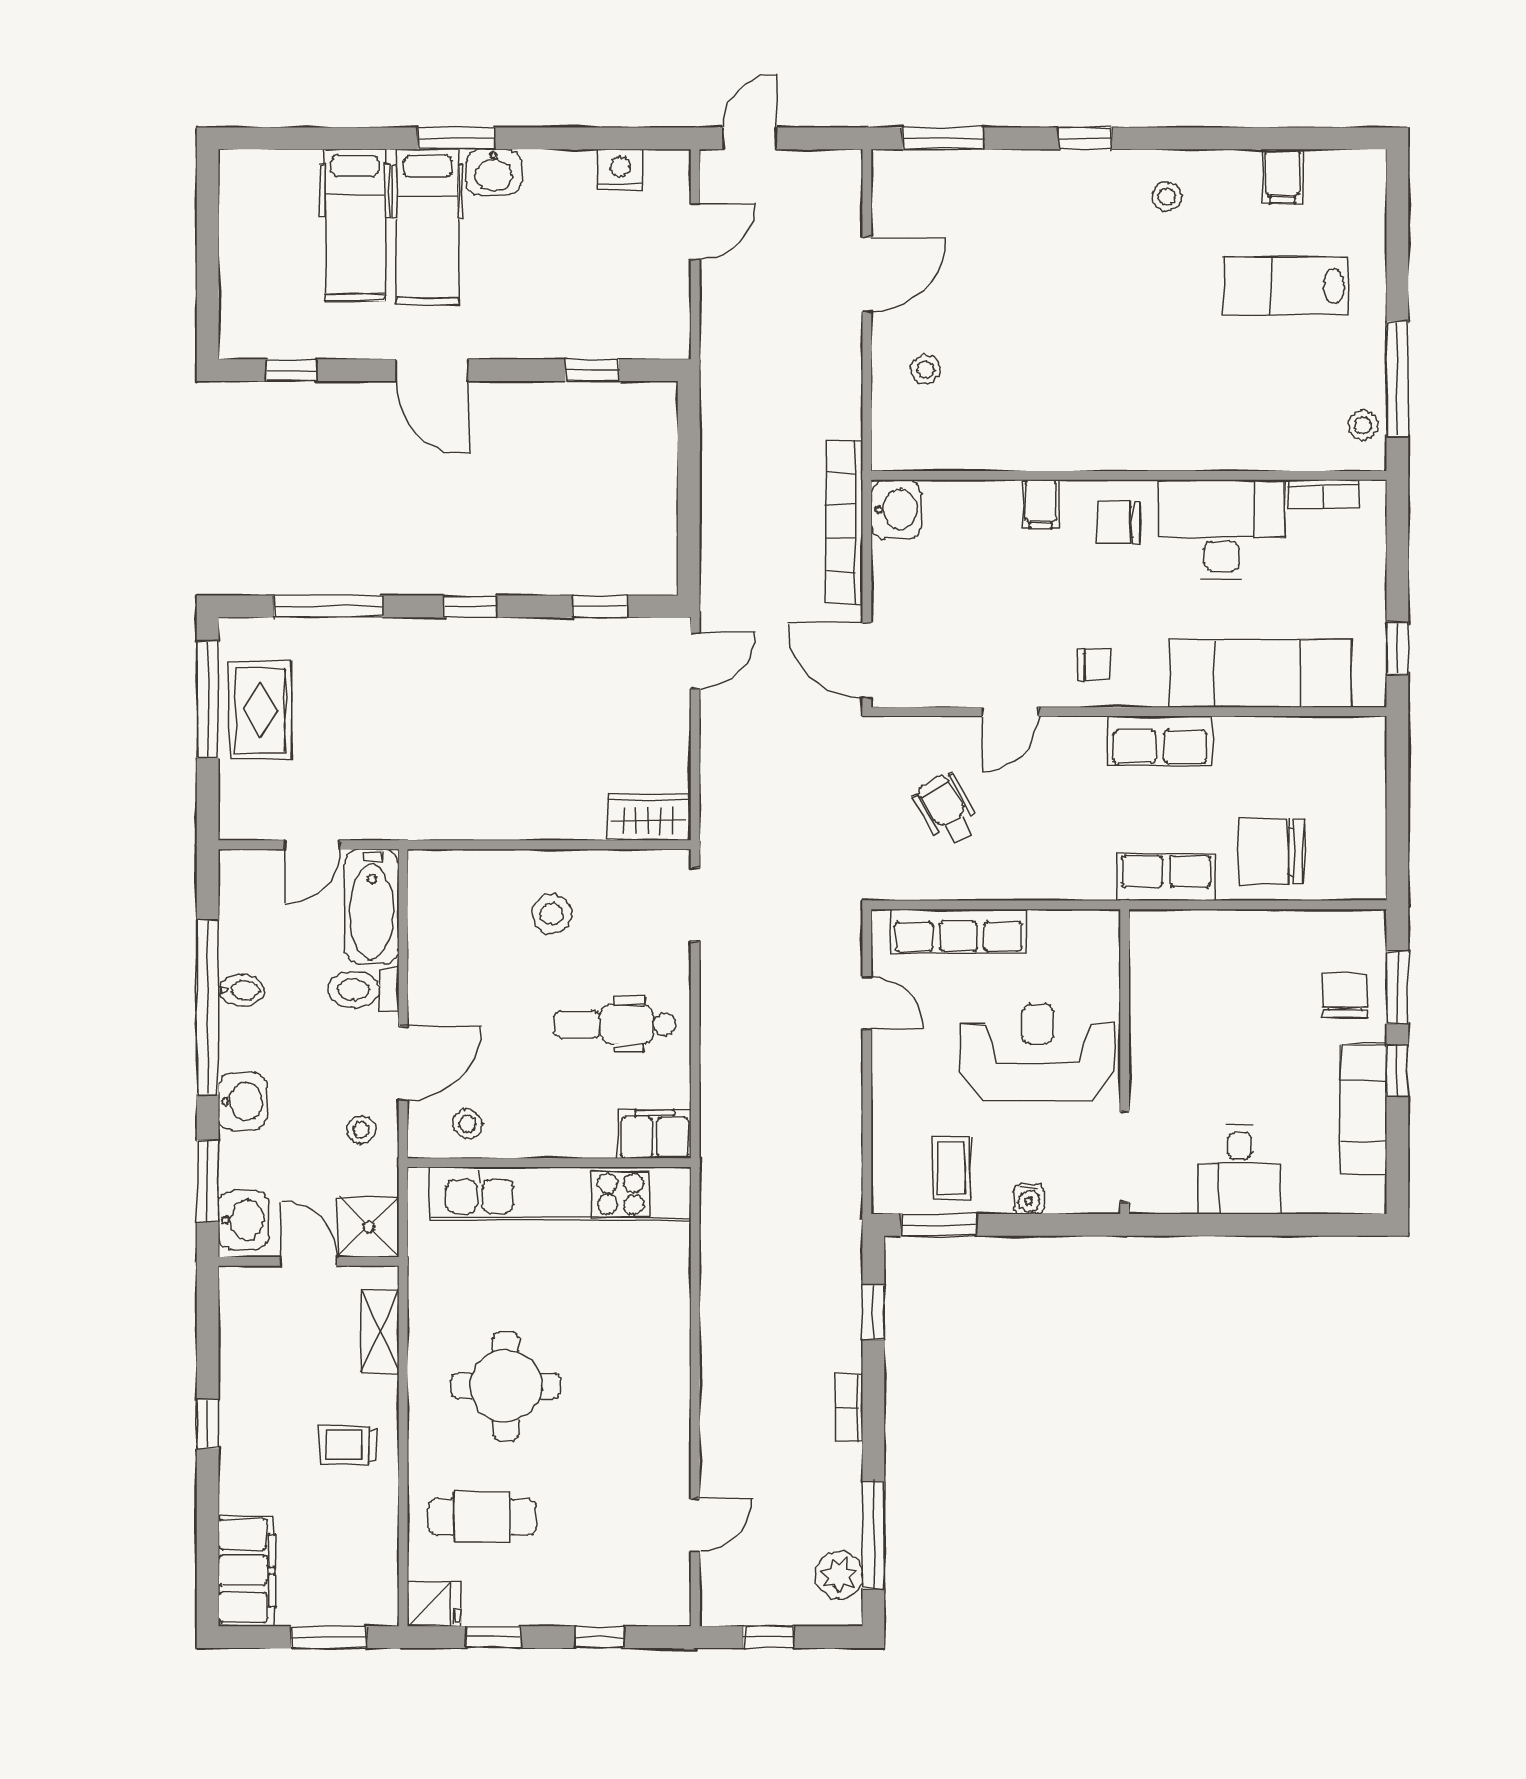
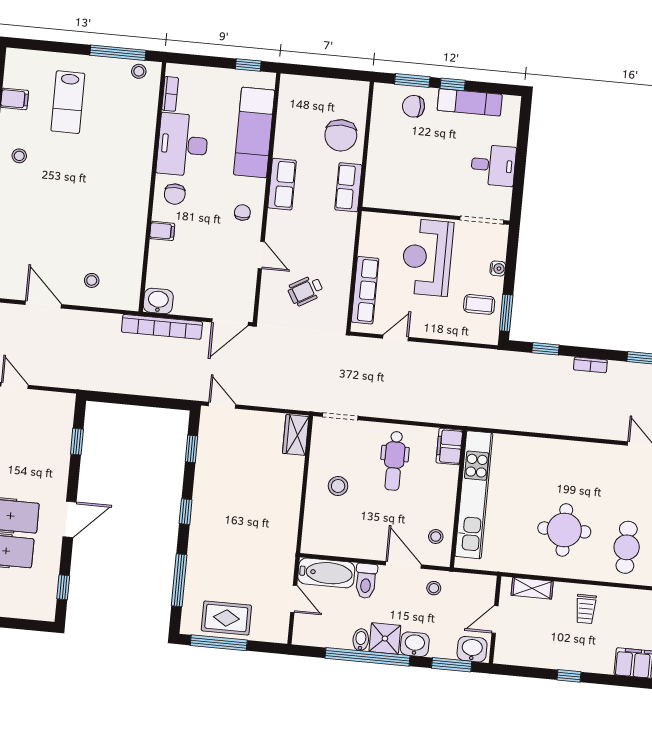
shower: (369, 1227) -> (385, 639), moved

